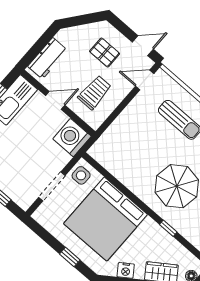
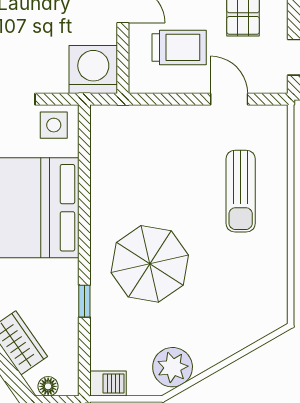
door: (145, 80) -> (229, 99), moved

